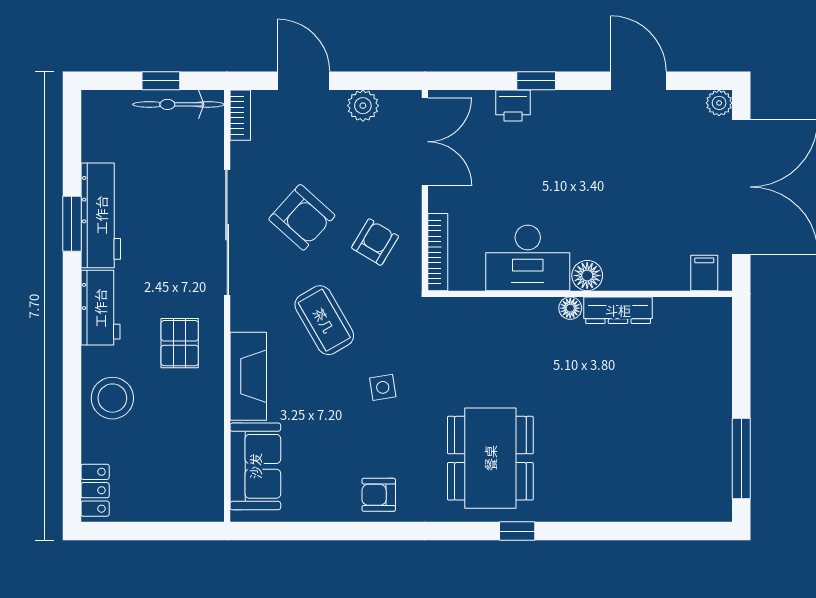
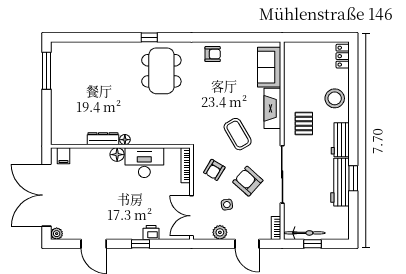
side table: (383, 387) -> (227, 205), moved

